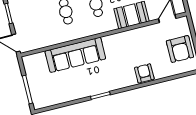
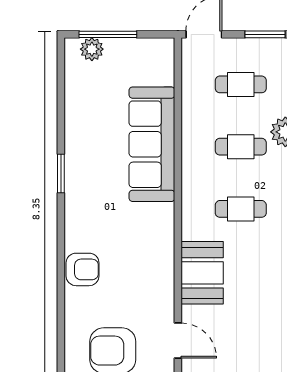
cafe table: (36, 19) -> (241, 84), added
plant: (37, 95) -> (92, 49), added

